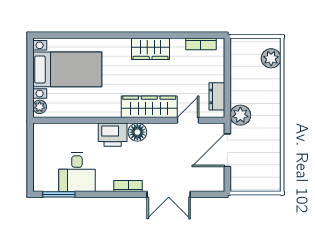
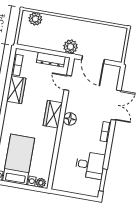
wardrobe: (151, 49) -> (16, 90), moved
dresser: (217, 96) -> (51, 60), width x1.44
wardrobe: (149, 107) -> (53, 114), width x0.67
printer: (113, 135) -> (69, 136), removed

